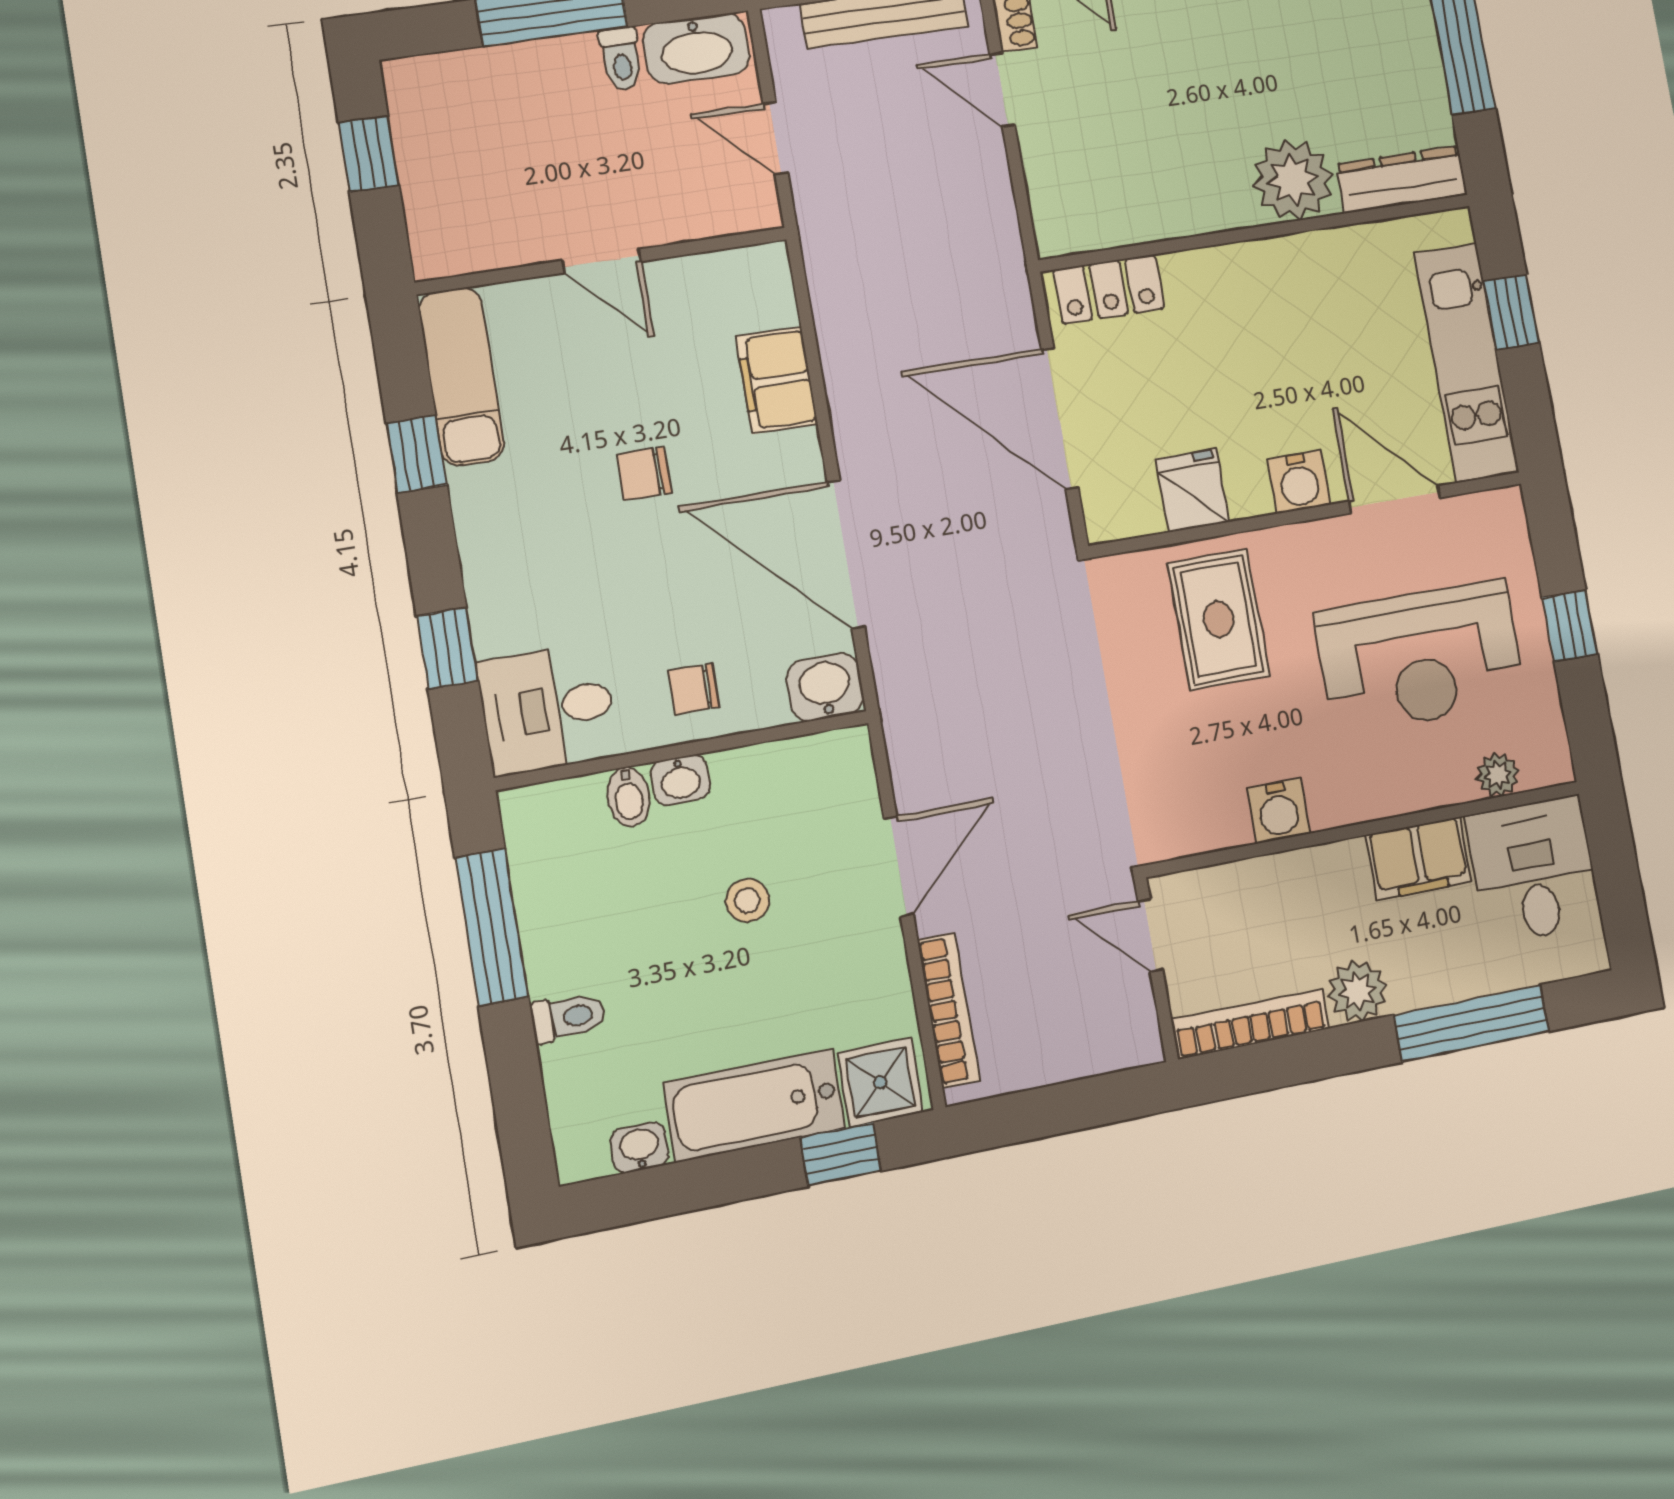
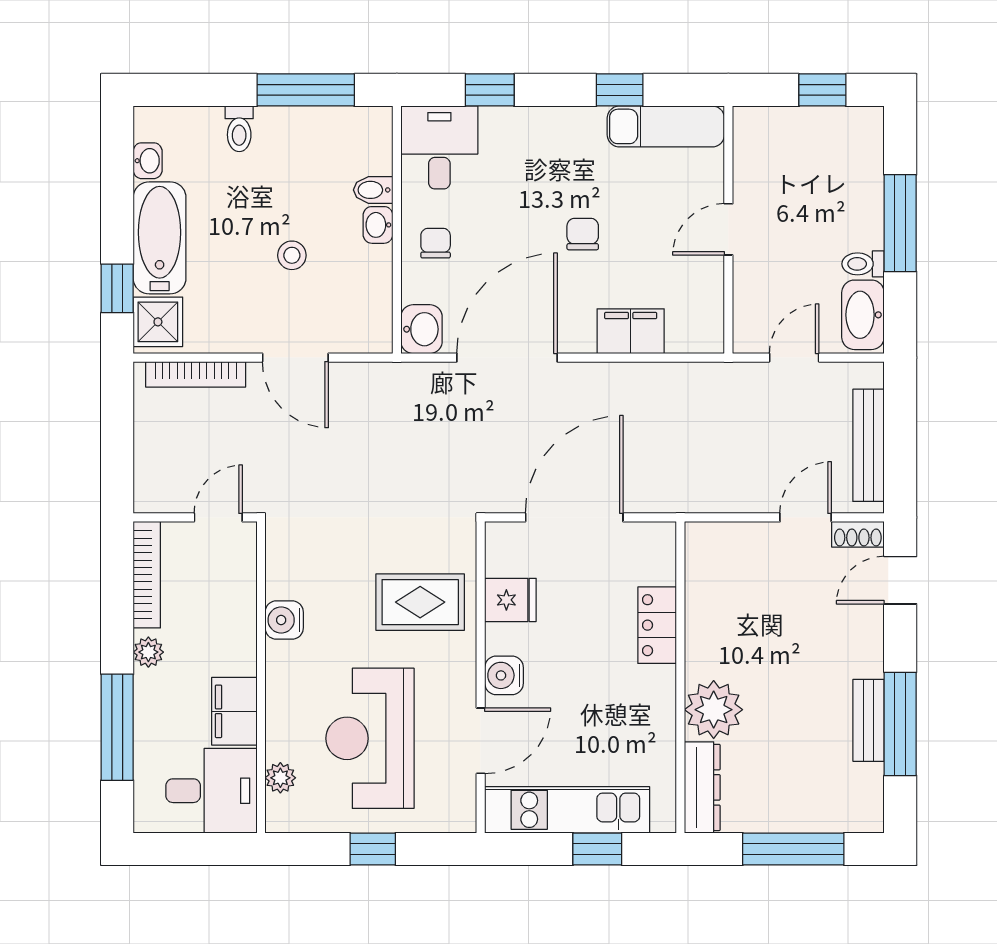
locker: (1109, 289) -> (657, 625), moved
plant: (1357, 991) -> (148, 652), width x0.73, depth x0.73

